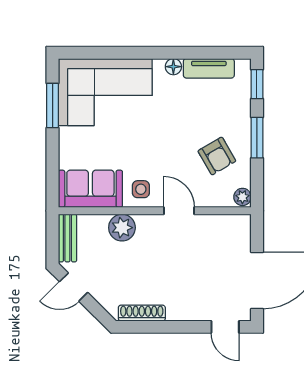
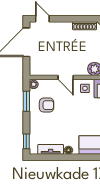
window: (257, 138) -> (26, 101), moved
armchair: (217, 156) -> (47, 105), turned 120

